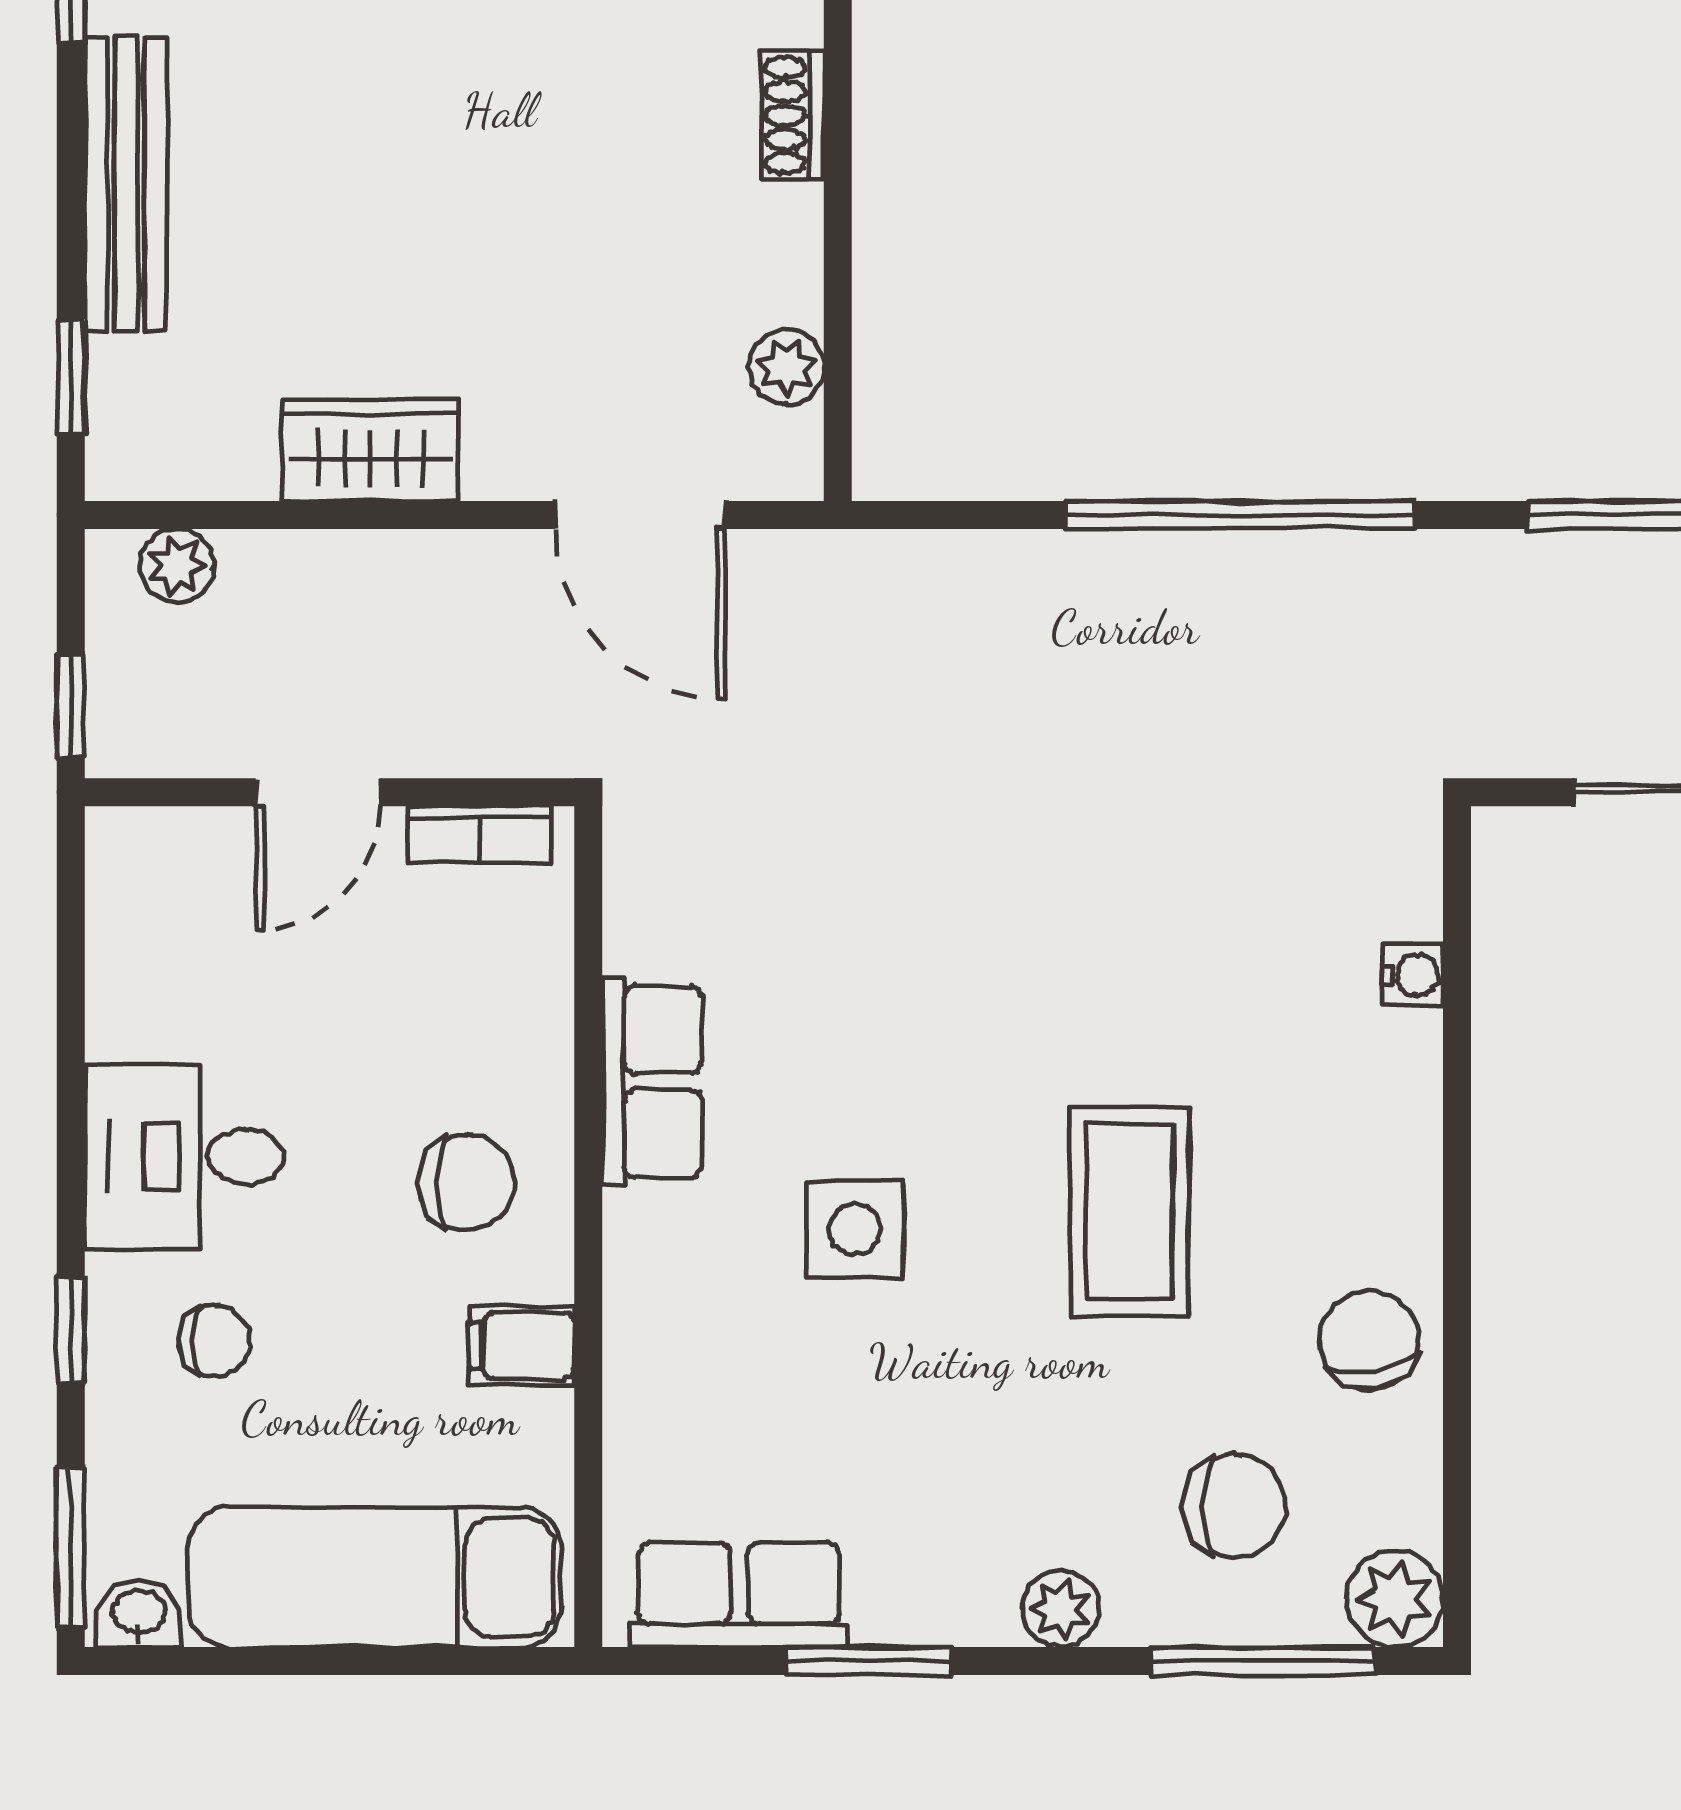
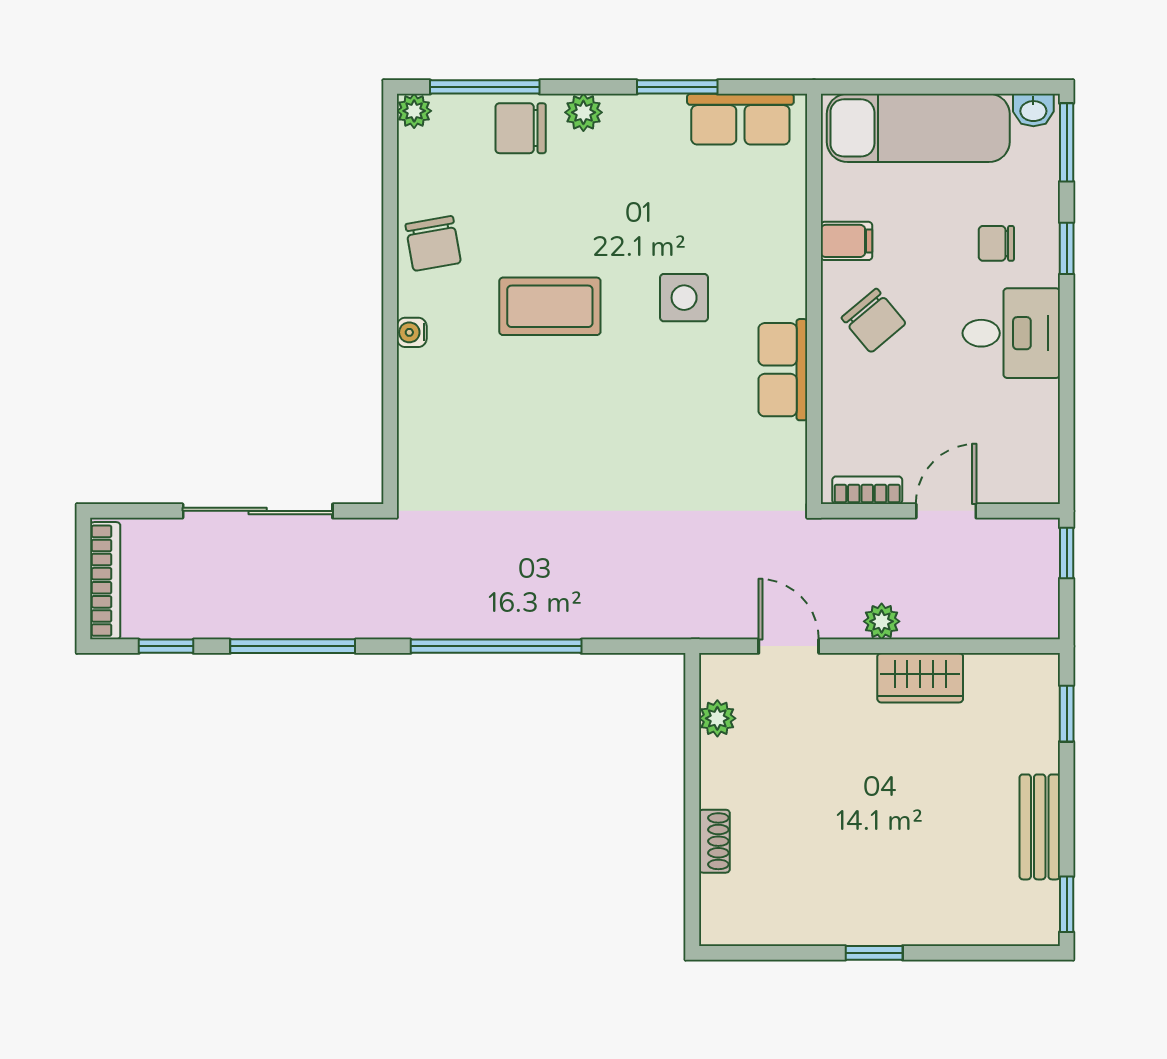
bench: (126, 184) -> (1040, 827), width x0.73
door: (640, 515) -> (789, 646), width x0.73
plant: (177, 566) -> (882, 621), moved
water cooler: (1413, 975) -> (412, 332), moved
chair: (466, 1182) -> (874, 321), turned -130
coffee table: (1130, 1212) -> (550, 306), turned 90
chair: (1234, 1506) -> (521, 128), moved
plant: (1395, 1599) -> (414, 111), width x0.73, depth x0.73

